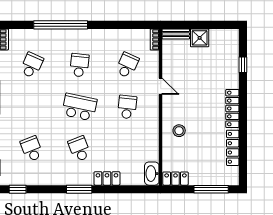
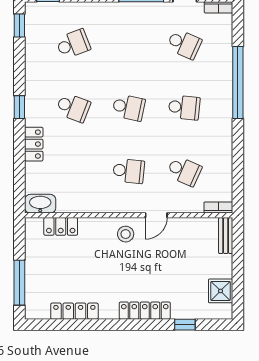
shower: (200, 38) -> (221, 291), moved
school desk: (79, 107) -> (129, 107), width x0.54
locker: (232, 108) -> (145, 311), moved
stool: (179, 131) -> (126, 234), moved
school desk: (79, 149) -> (73, 107), turned 42
locker: (175, 179) -> (61, 226), moved, turned 90
window: (79, 189) -> (19, 107), width x0.67

